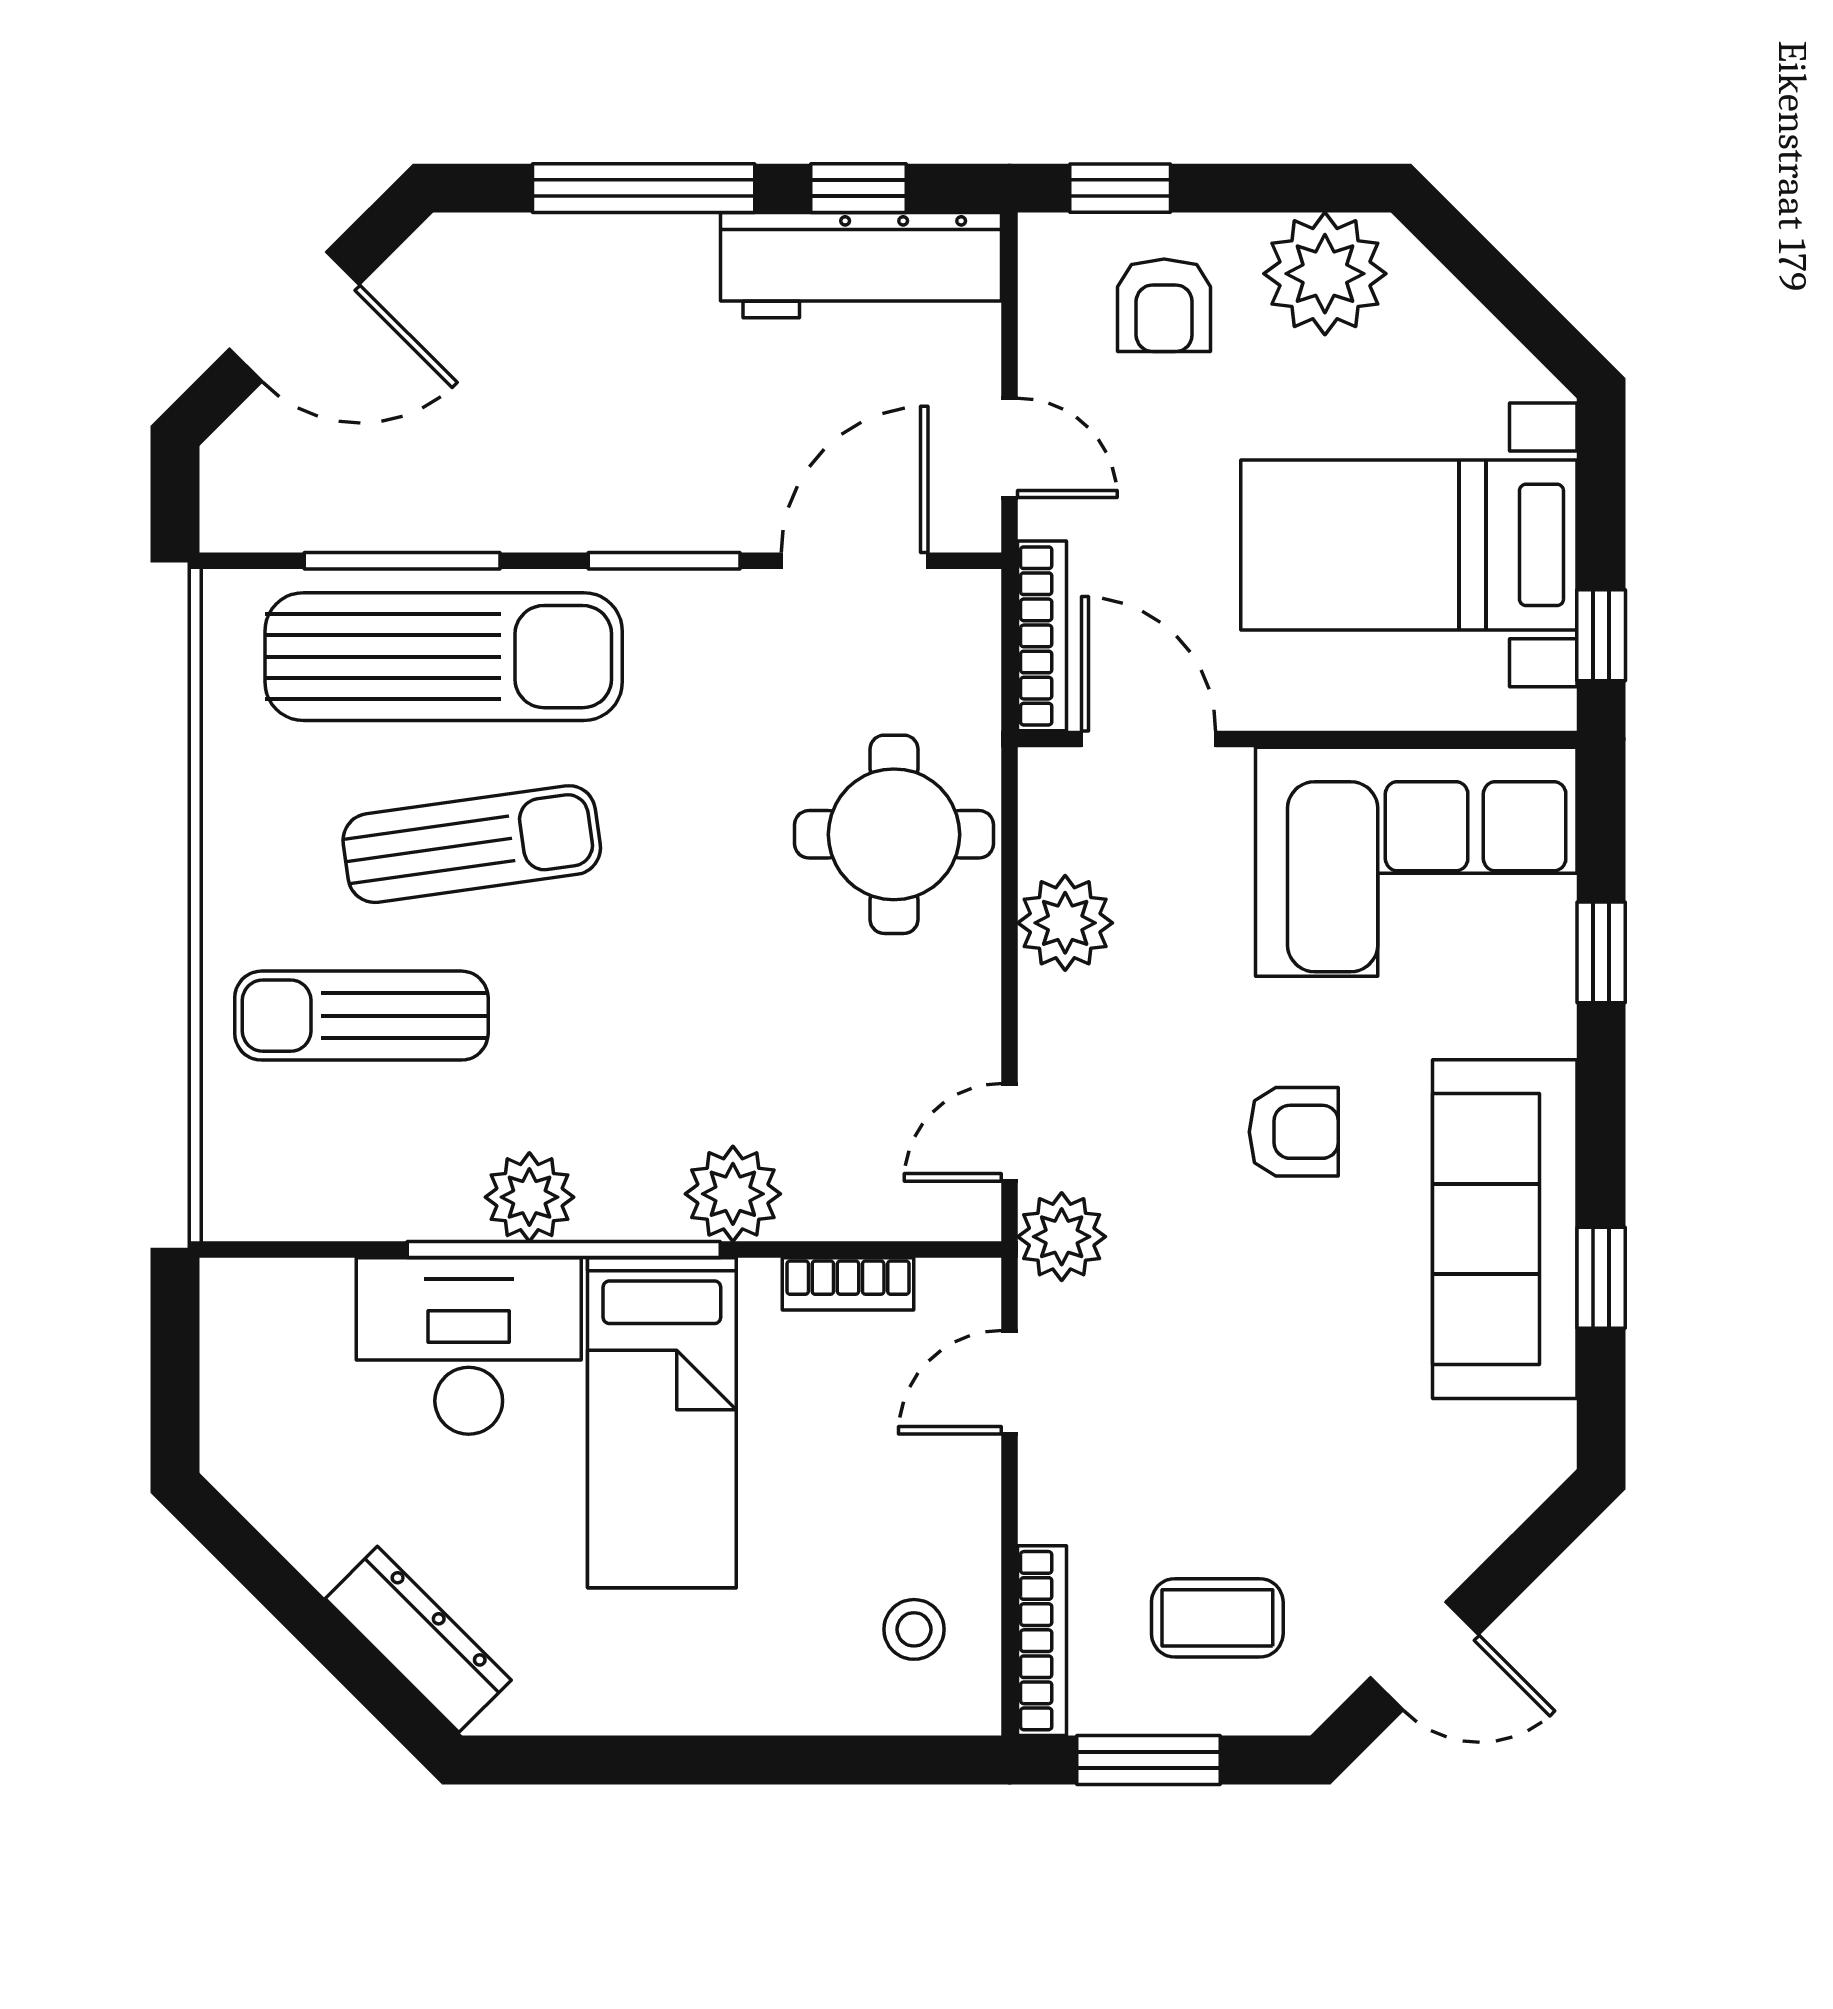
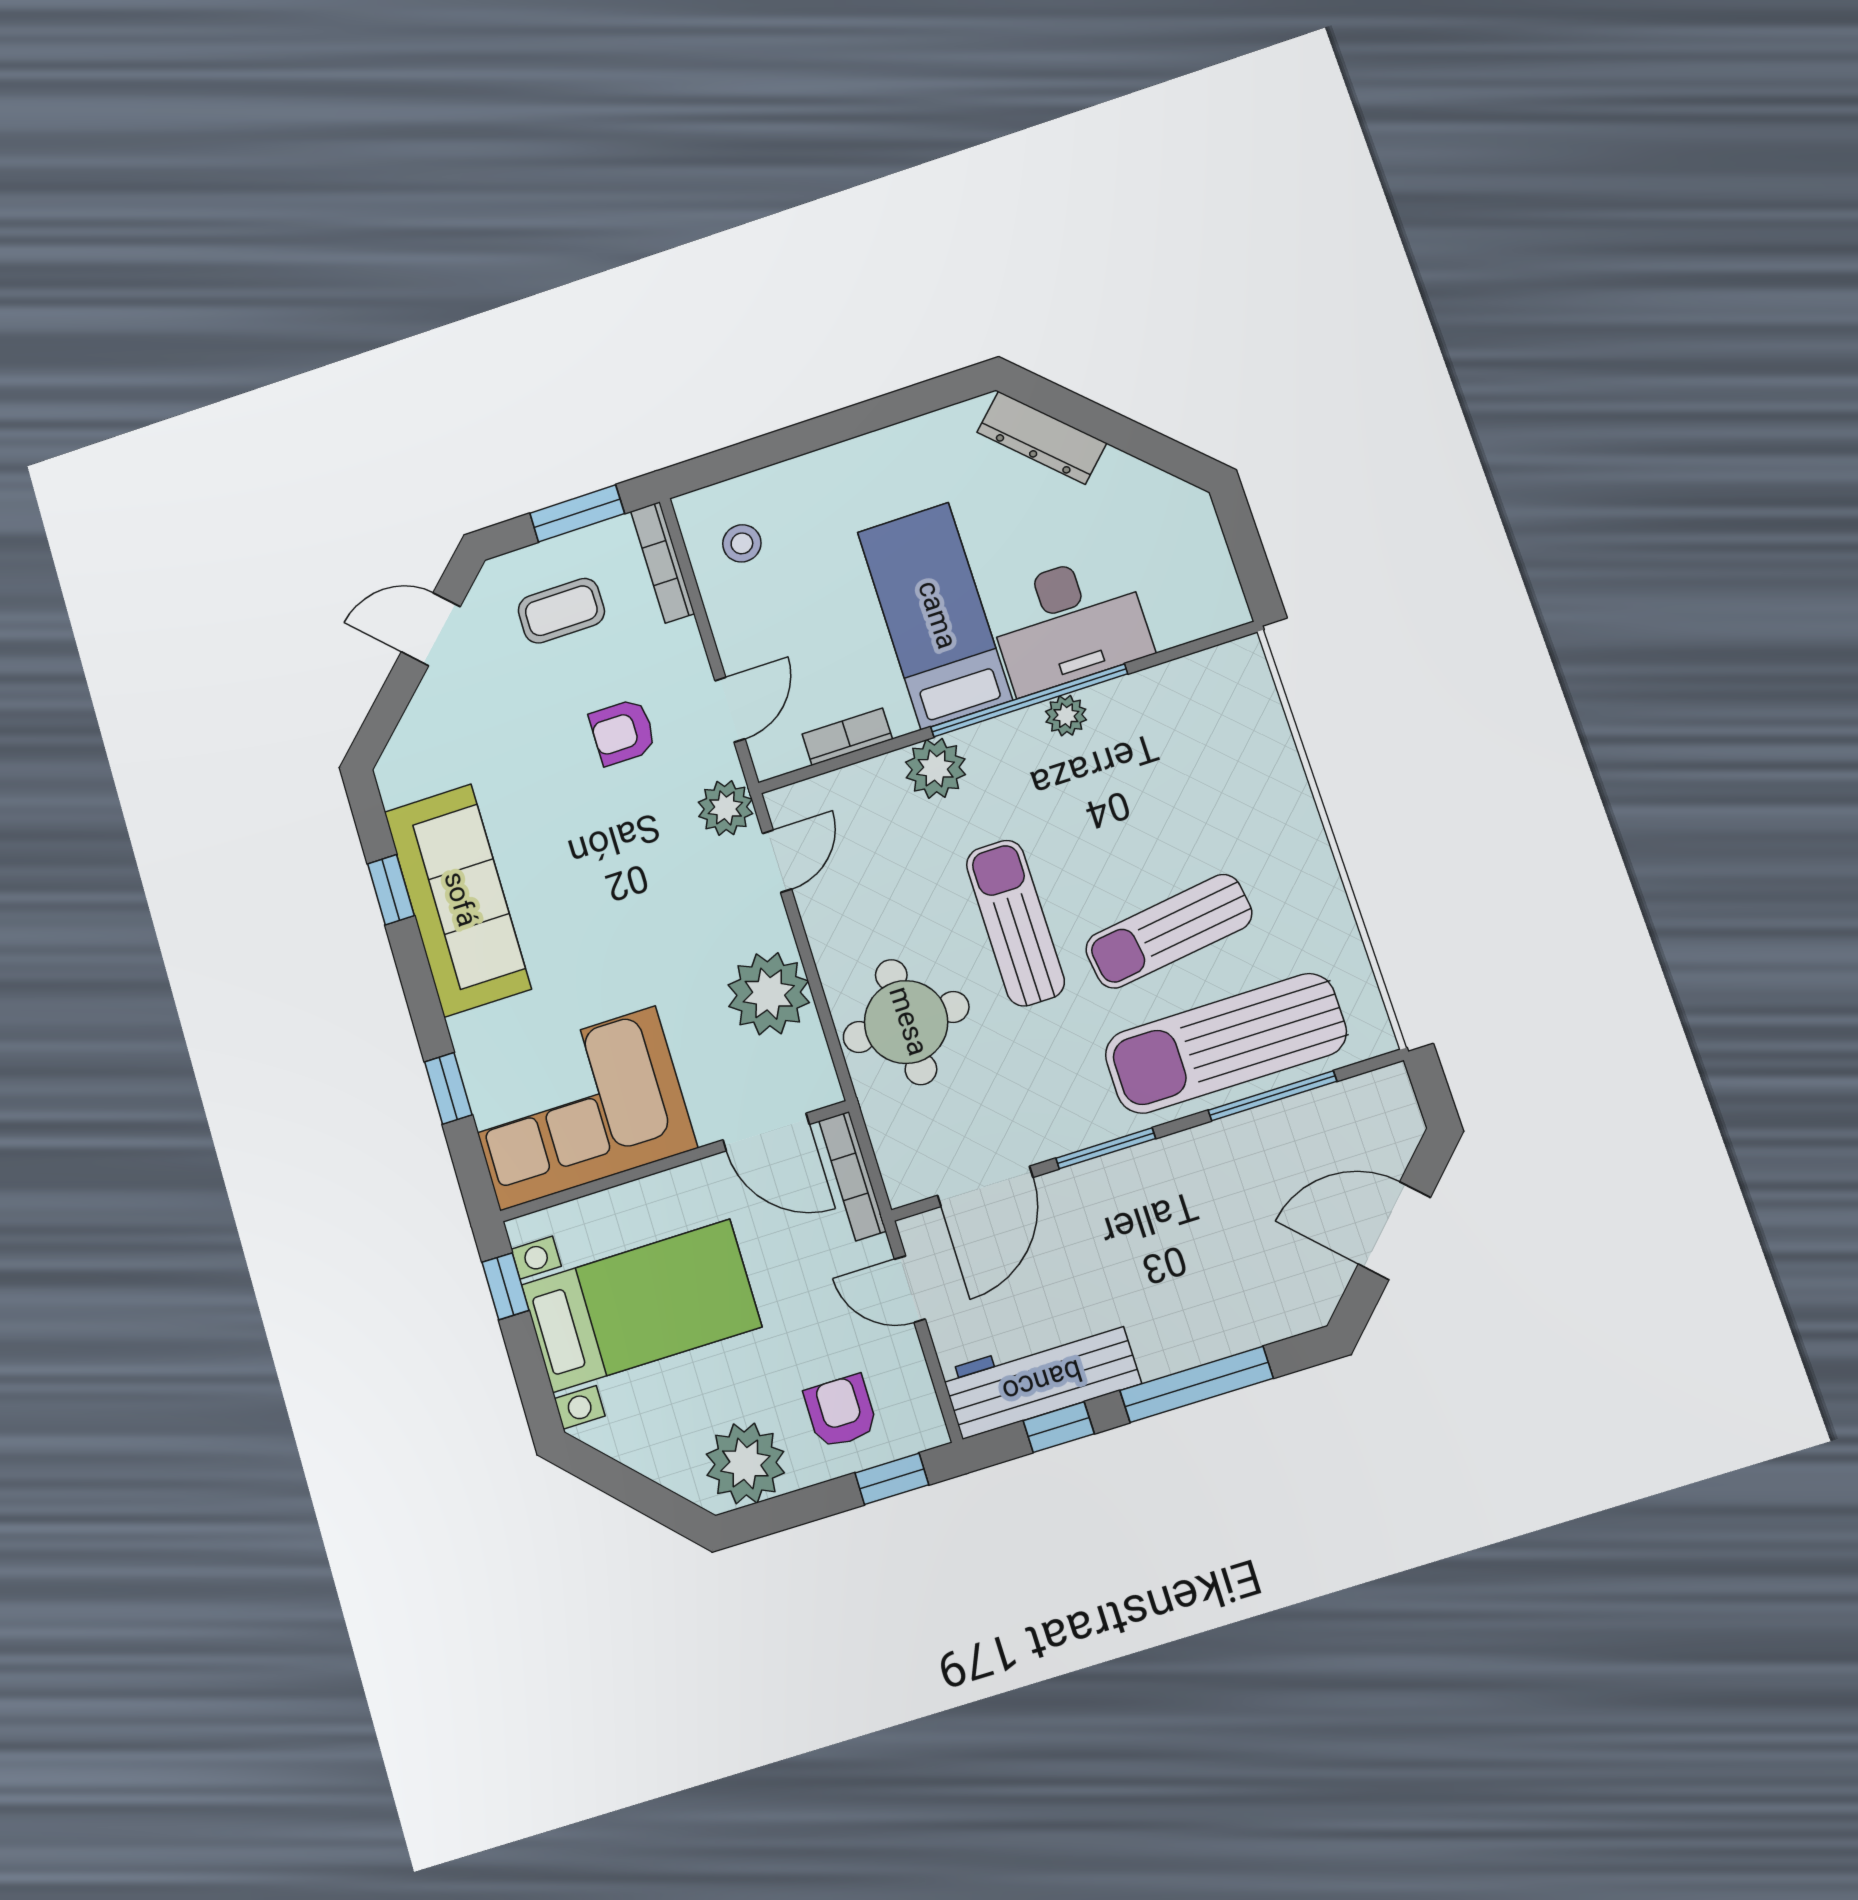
plant: (1065, 923) -> (769, 994), width x1.36, depth x1.36
sun lounger: (361, 1016) -> (1015, 923), moved, turned -90
armchair: (1294, 1132) -> (623, 732), moved
plant: (529, 1197) -> (1066, 716), width x0.73, depth x0.73

